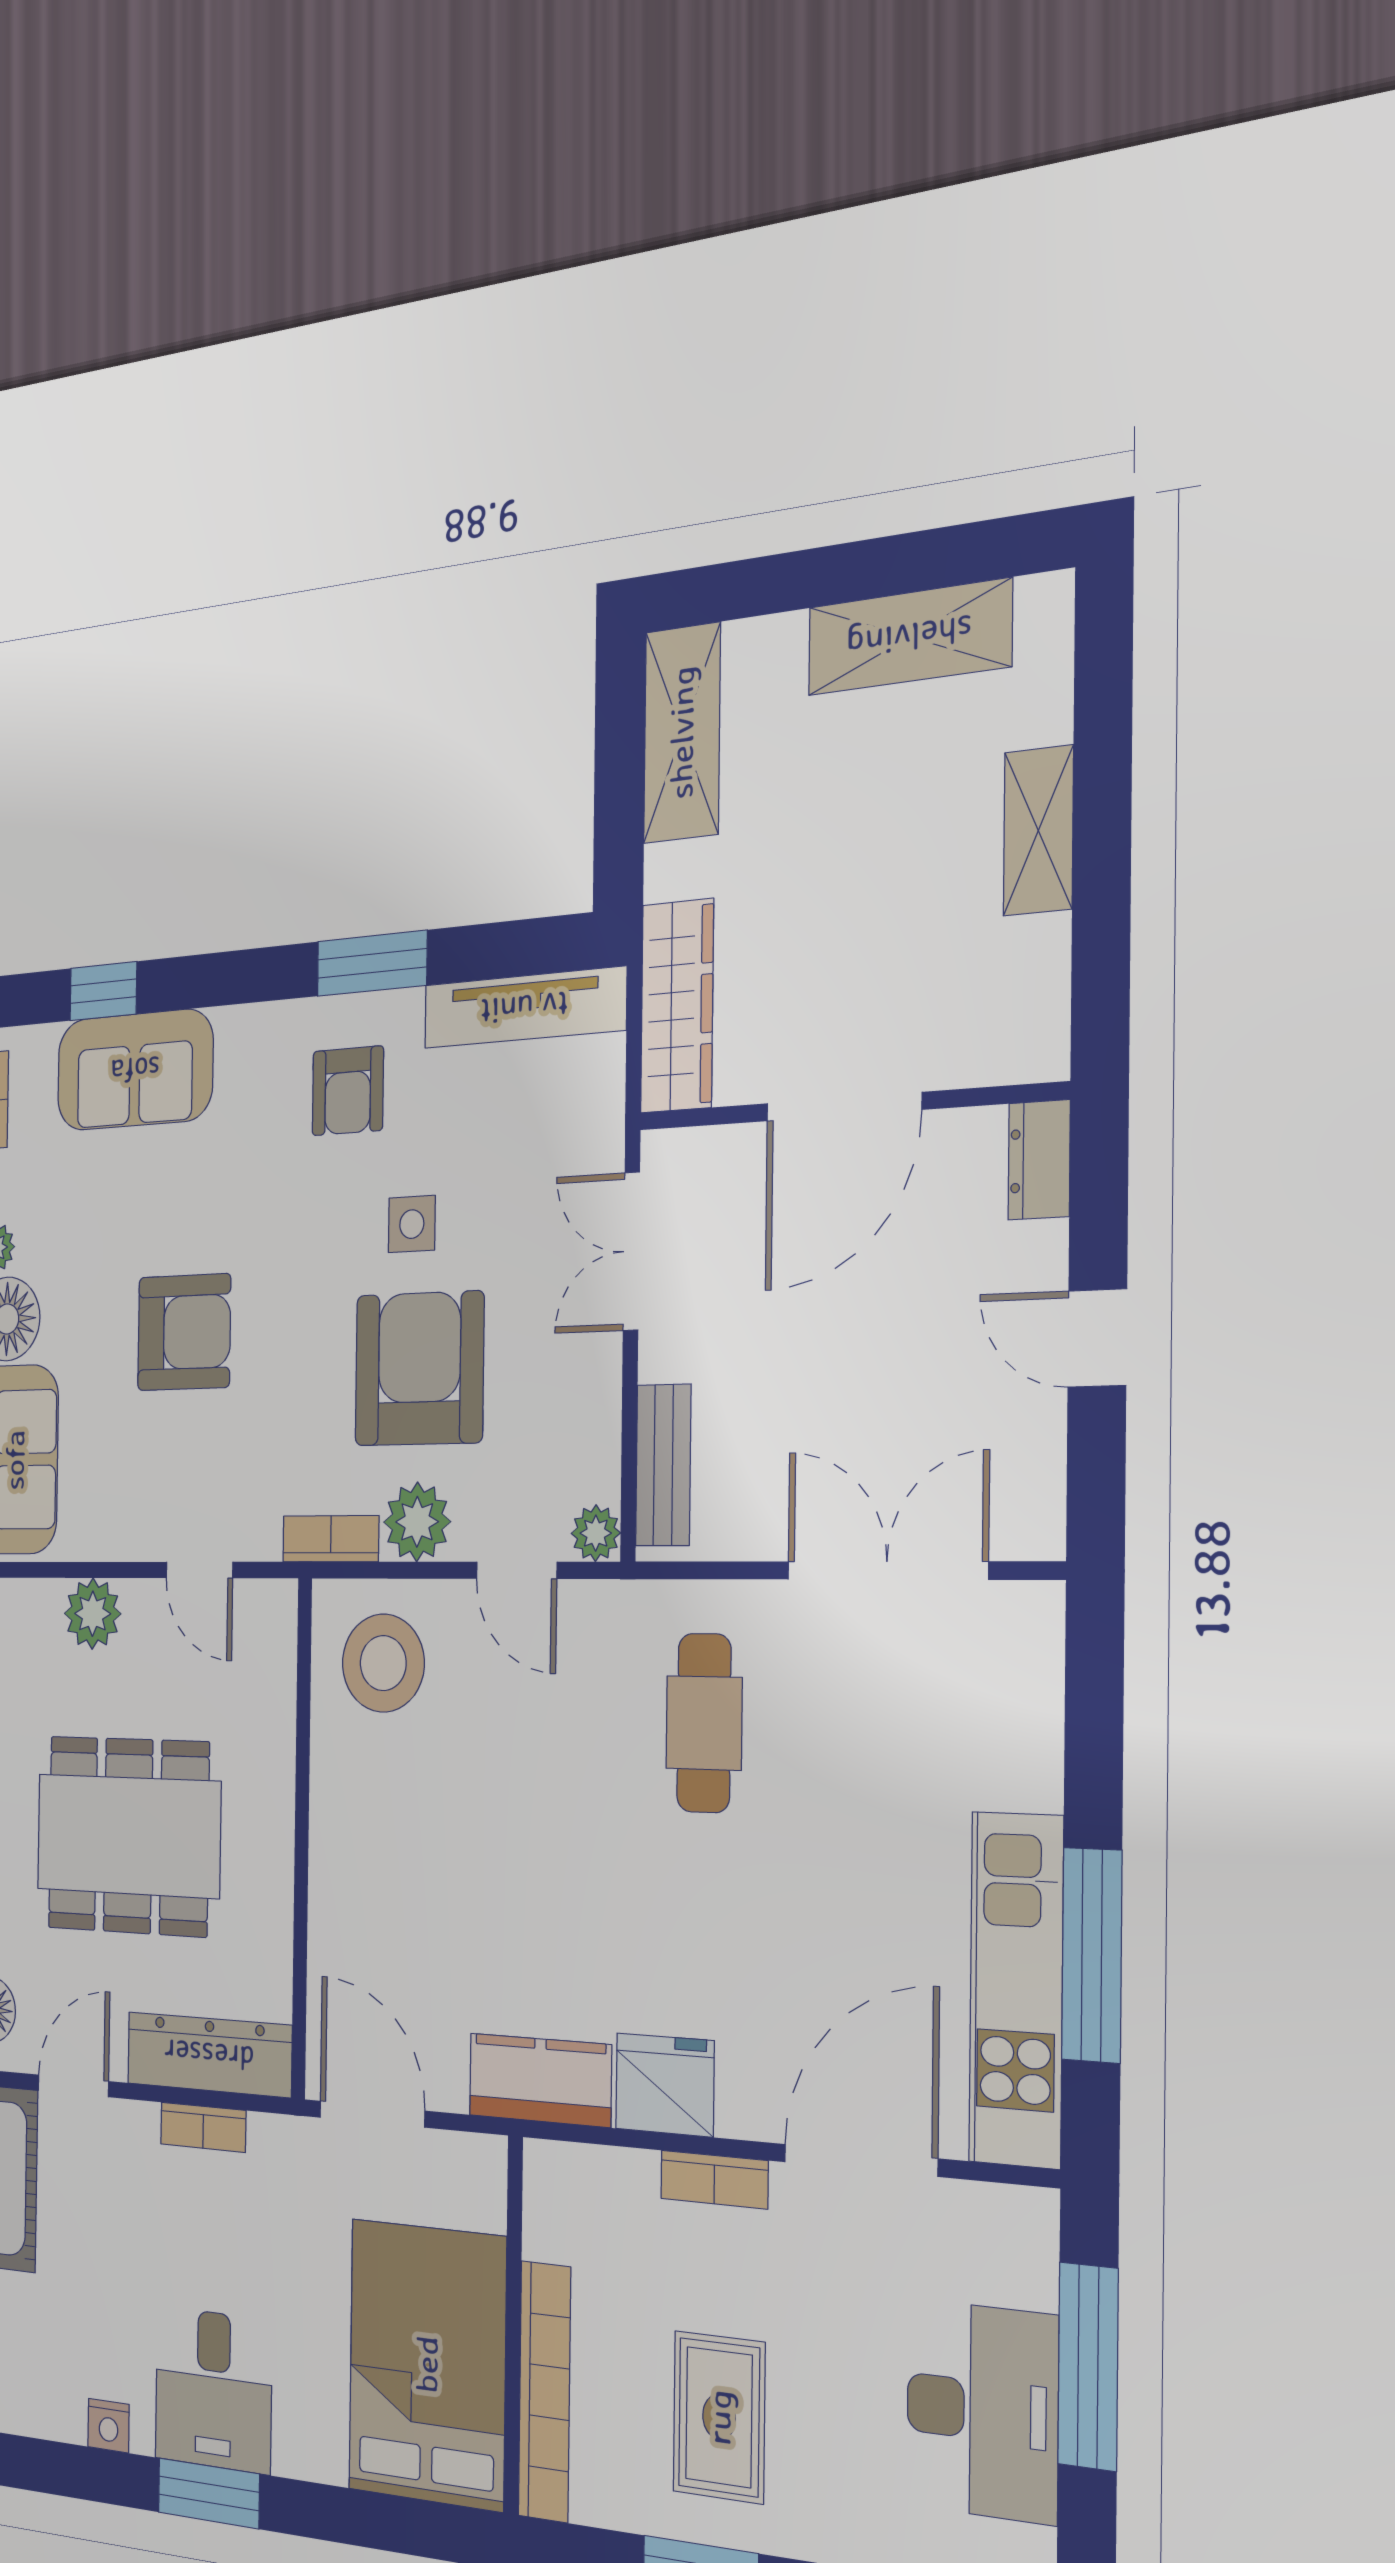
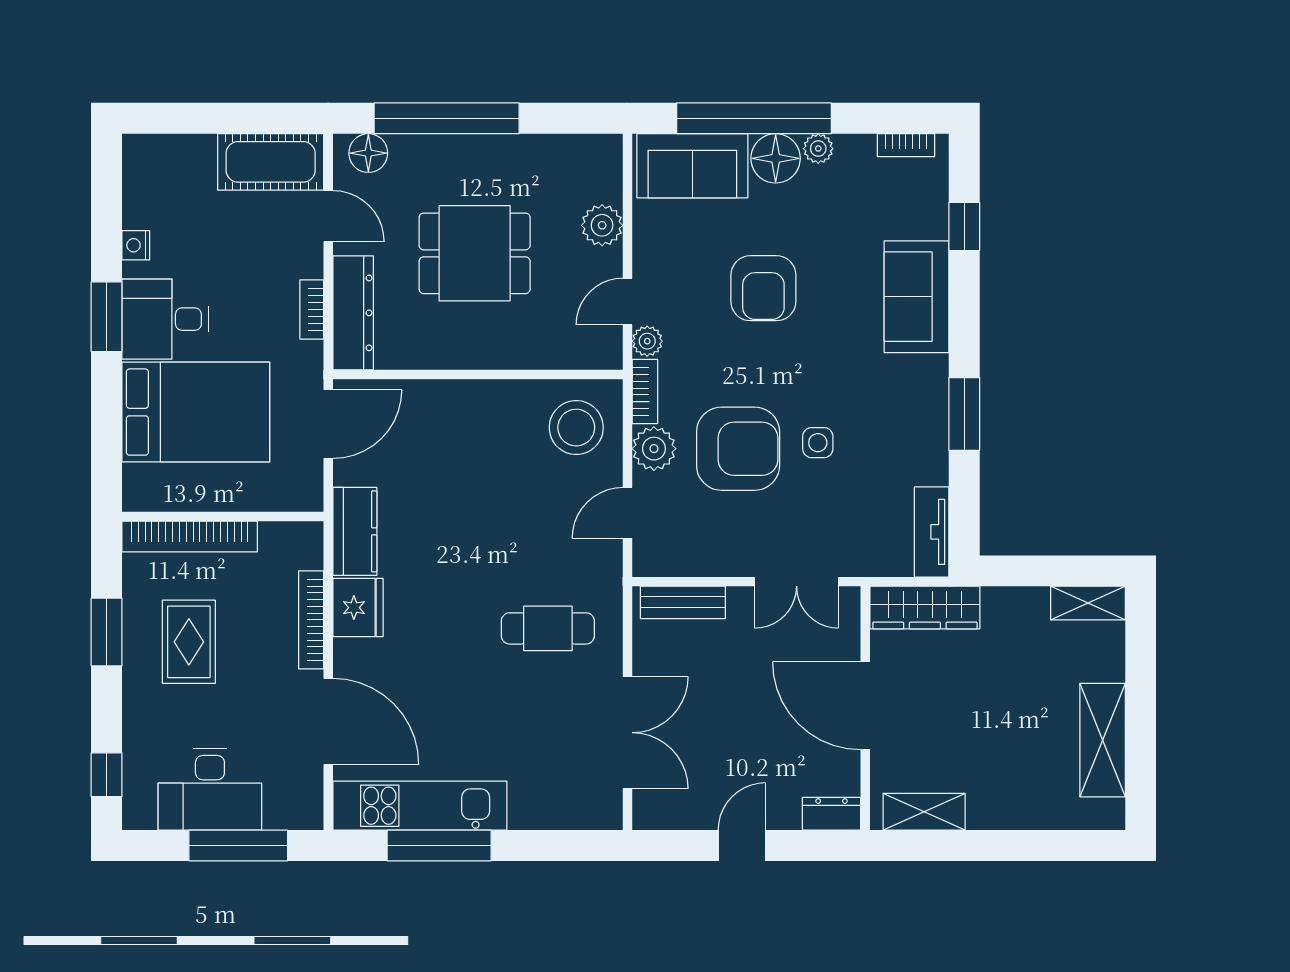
shelving: (682, 733) -> (1088, 603), width x0.67, depth x0.75
shelving: (1038, 831) -> (924, 812), moved
tv unit: (524, 1008) -> (932, 532), width x0.71
sofa: (135, 1070) -> (917, 297), moved
armchair: (348, 1091) -> (894, 399), removed
double door: (631, 1251) -> (797, 582), swing flipped
plant: (596, 1533) -> (647, 341), moved
dining table: (128, 1836) -> (475, 253), width x0.73
bookcase: (714, 2180) -> (311, 620), width x1.56
bed: (427, 2364) -> (196, 412), moved
rug: (719, 2417) -> (189, 642), turned 90

